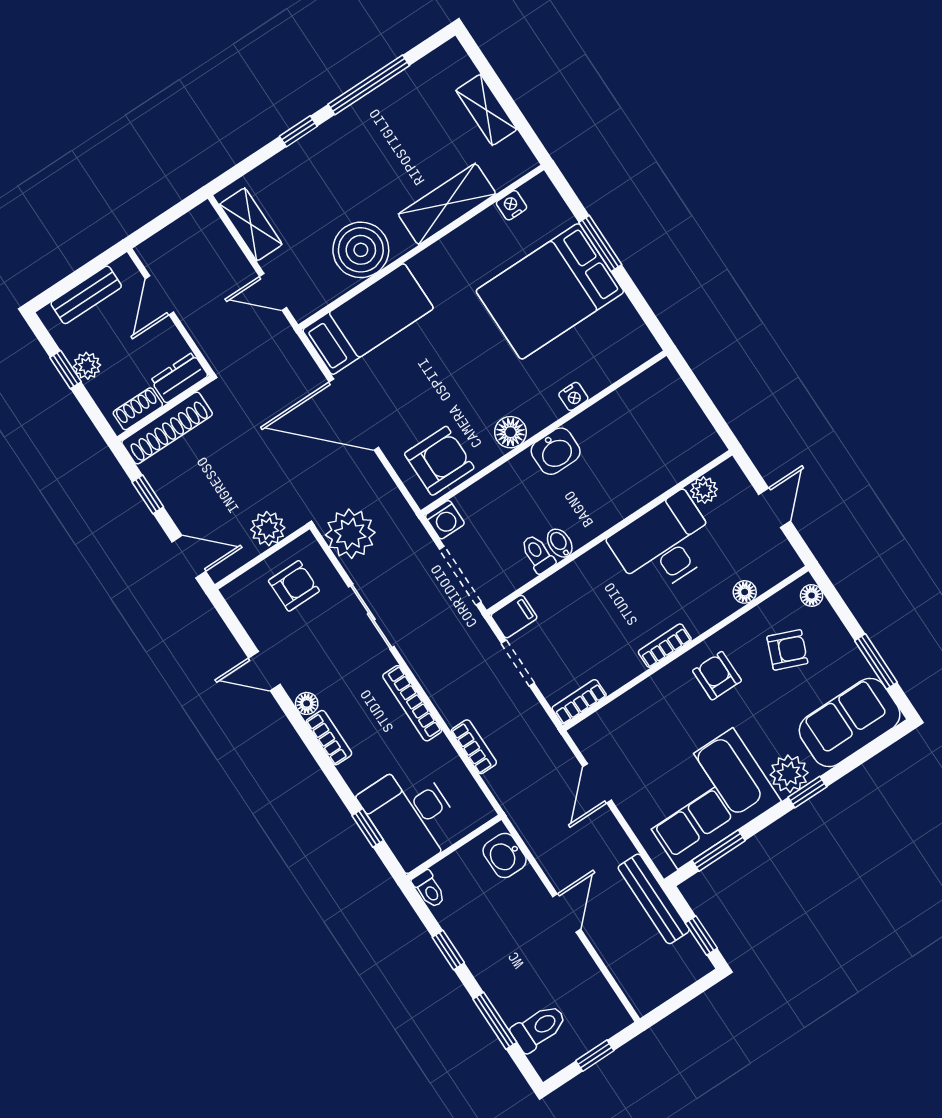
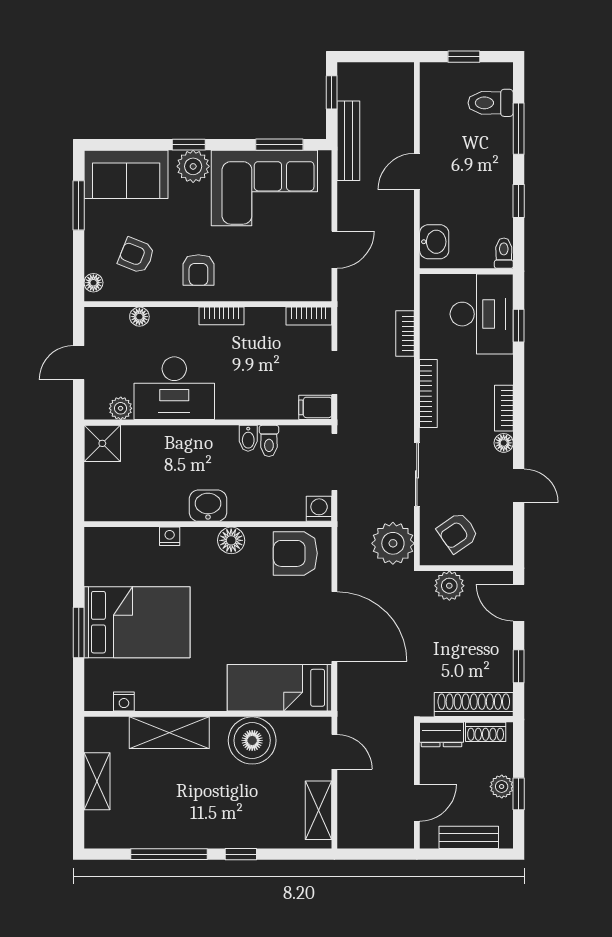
shower: (699, 444) -> (102, 443), added
armchair: (294, 586) -> (458, 533), turned -35

